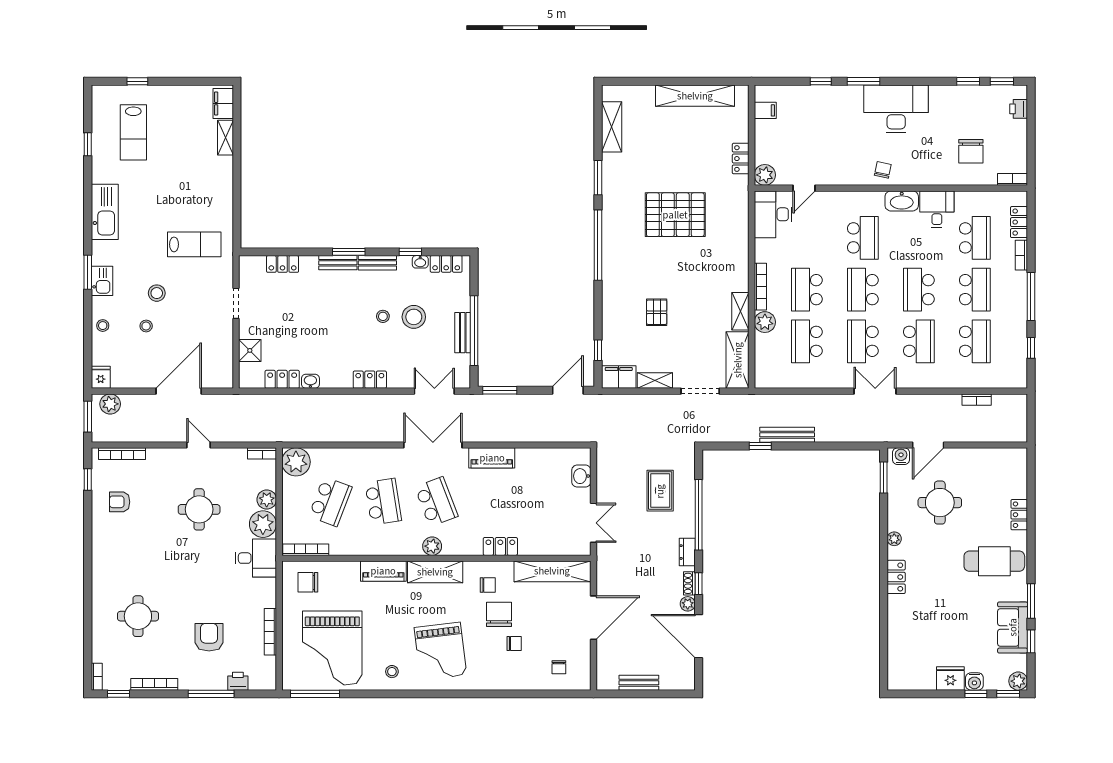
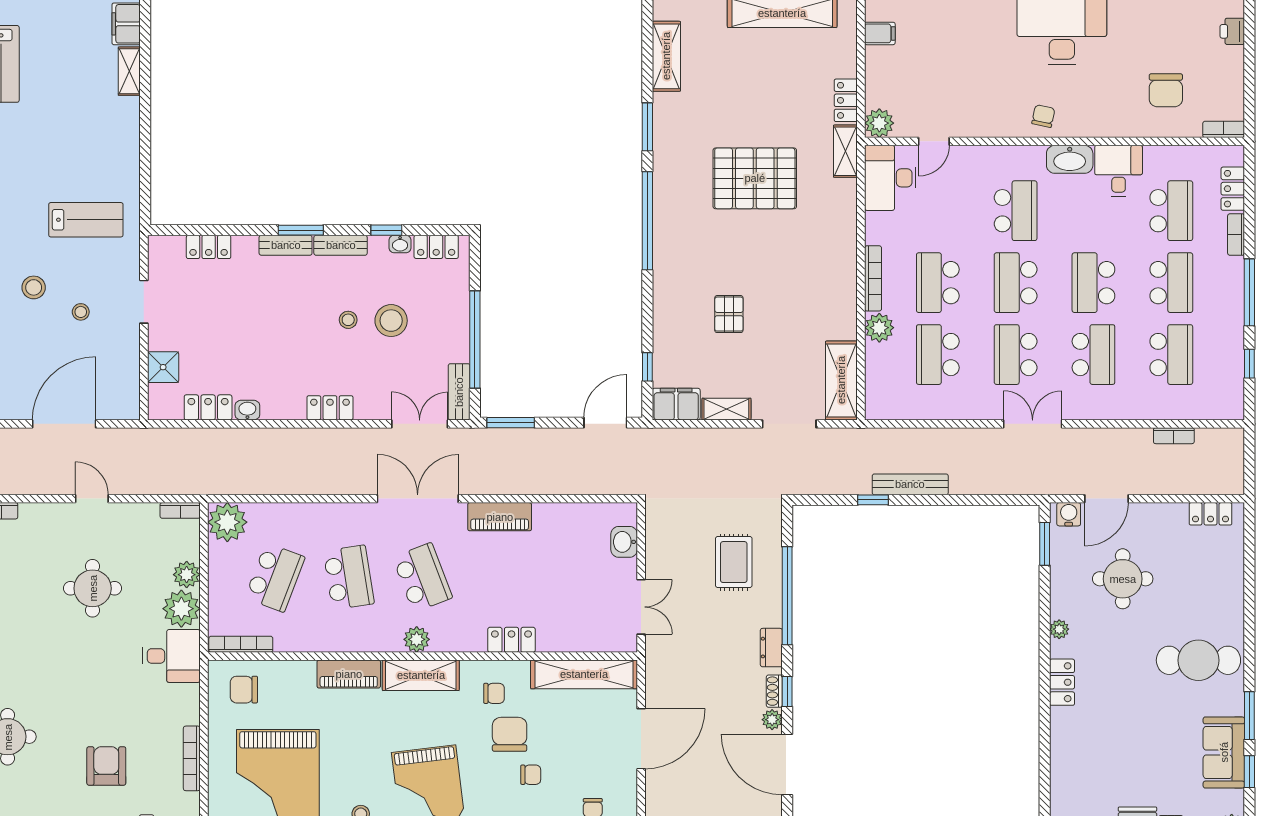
shelving: (740, 311) -> (845, 151), moved
stool: (146, 326) -> (81, 312), moved
bench: (463, 333) -> (459, 392), moved
locker: (1019, 515) -> (1210, 514), moved, turned -90

